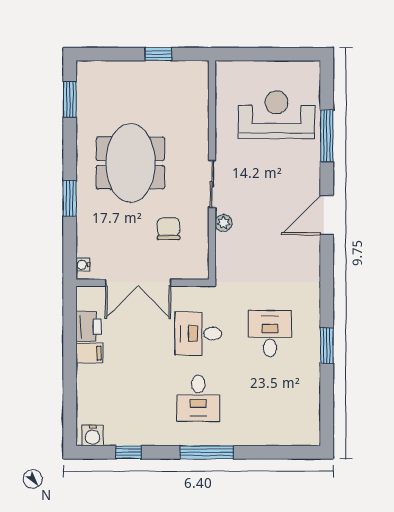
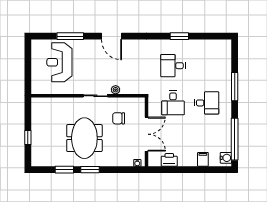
window: (158, 54) -> (28, 138), moved
window: (70, 100) -> (64, 170), moved
meeting table: (130, 163) -> (84, 138), turned 90
window: (70, 199) -> (90, 170), moved
filing cabinet: (90, 353) -> (203, 159), moved
window: (129, 452) -> (235, 139), width x3.17
window: (207, 452) -> (235, 87), moved

